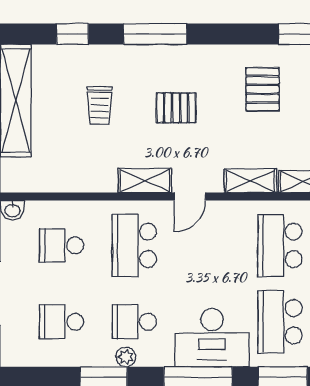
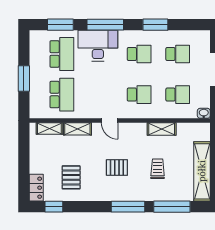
window: (72, 34) -> (172, 207), width x2.17
shelving: (145, 181) -> (162, 129), moved
door: (190, 197) -> (110, 120), swing flipped
school desk: (134, 245) -> (139, 95), width x0.54
plant: (126, 357) -> (144, 35), removed

